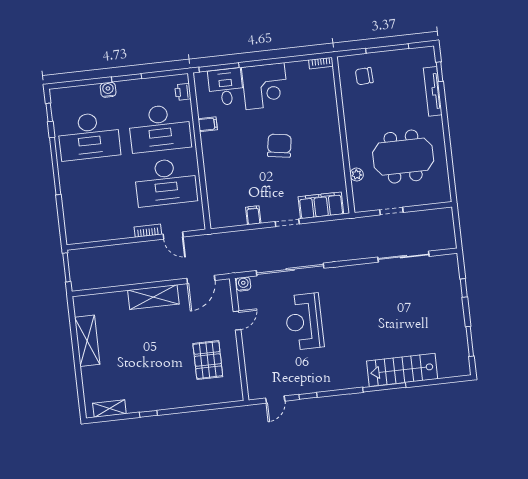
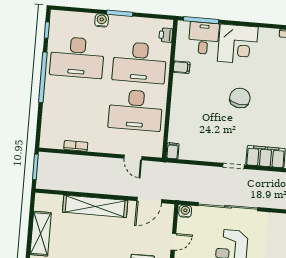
filing cabinet: (253, 215) -> (173, 151), moved
bookcase: (148, 231) -> (76, 146), moved
shelving: (153, 297) -> (95, 206), width x1.47

